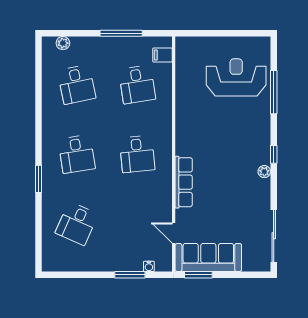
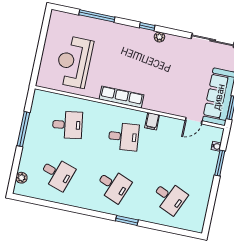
filing cabinet: (162, 55) -> (152, 121), moved
reception desk: (236, 77) -> (74, 62), moved
desk: (77, 84) -> (57, 174), turned 30
desk: (77, 154) -> (113, 185), turned 30
row of seats: (184, 182) -> (121, 97), moved

